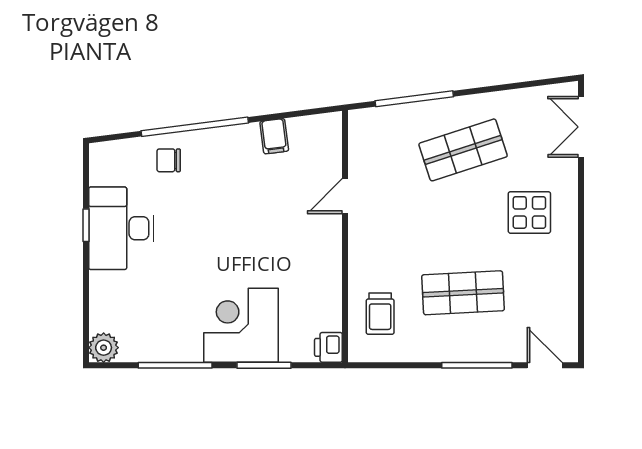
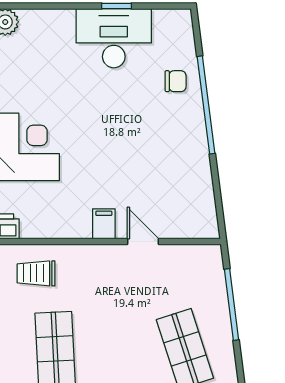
filing cabinet: (274, 136) -> (104, 224), moved, turned 97
chair: (169, 160) -> (176, 81), turned 90

